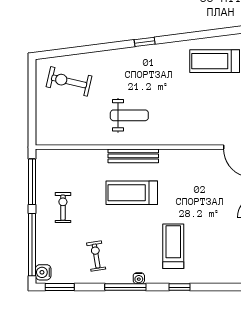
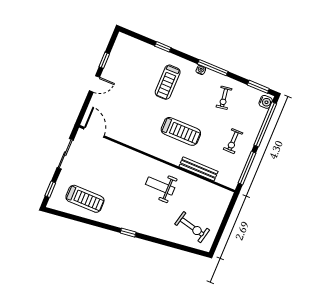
bench: (133, 156) -> (199, 169), moved
window: (180, 287) -> (163, 47), moved

